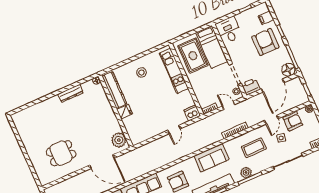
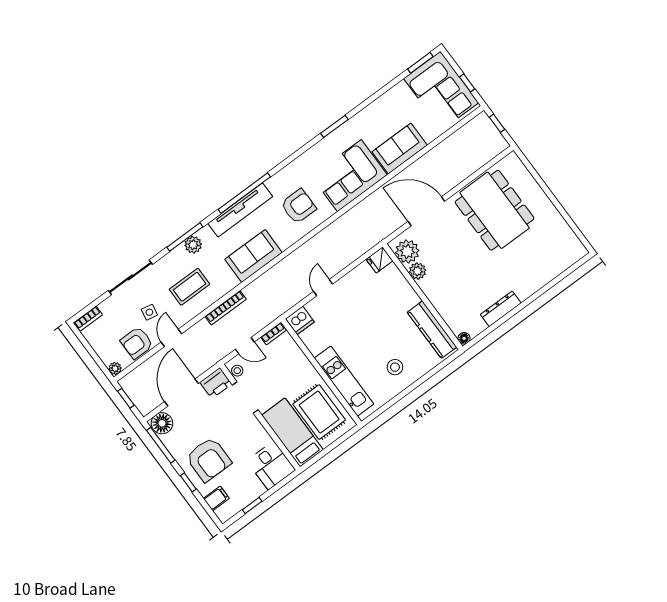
fridge: (125, 112) -> (379, 260), moved
plant: (115, 127) -> (418, 271), added
dining table: (61, 153) -> (495, 210), width x1.88, depth x1.24

